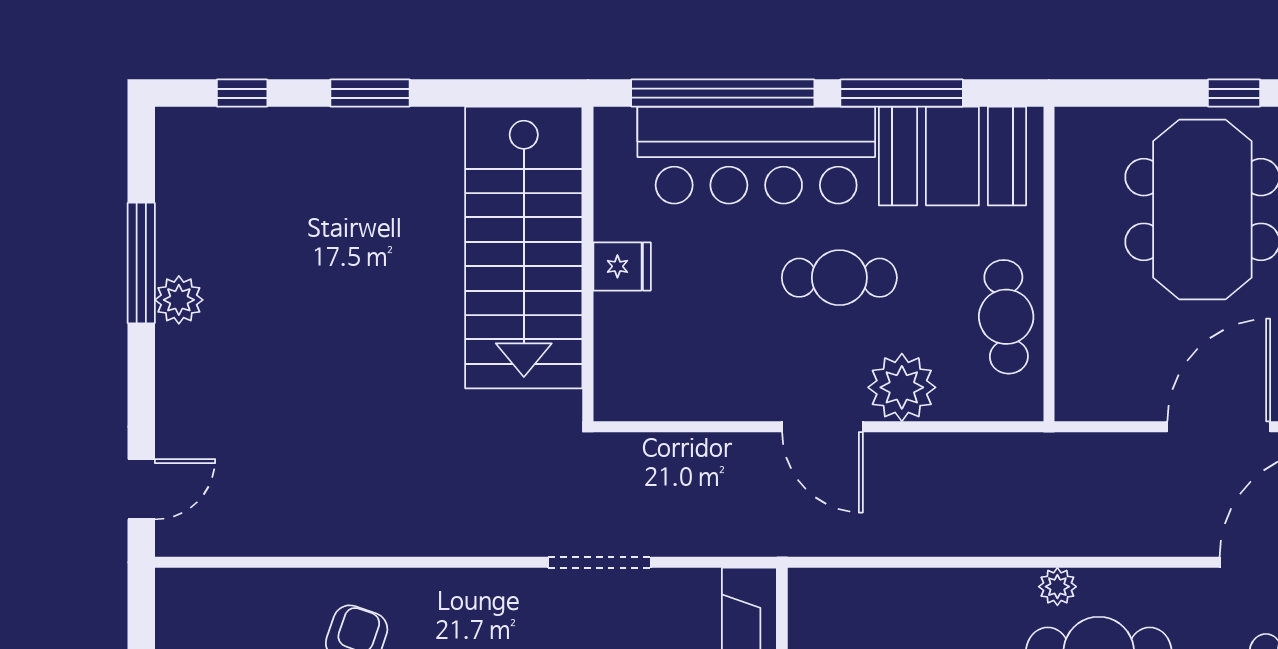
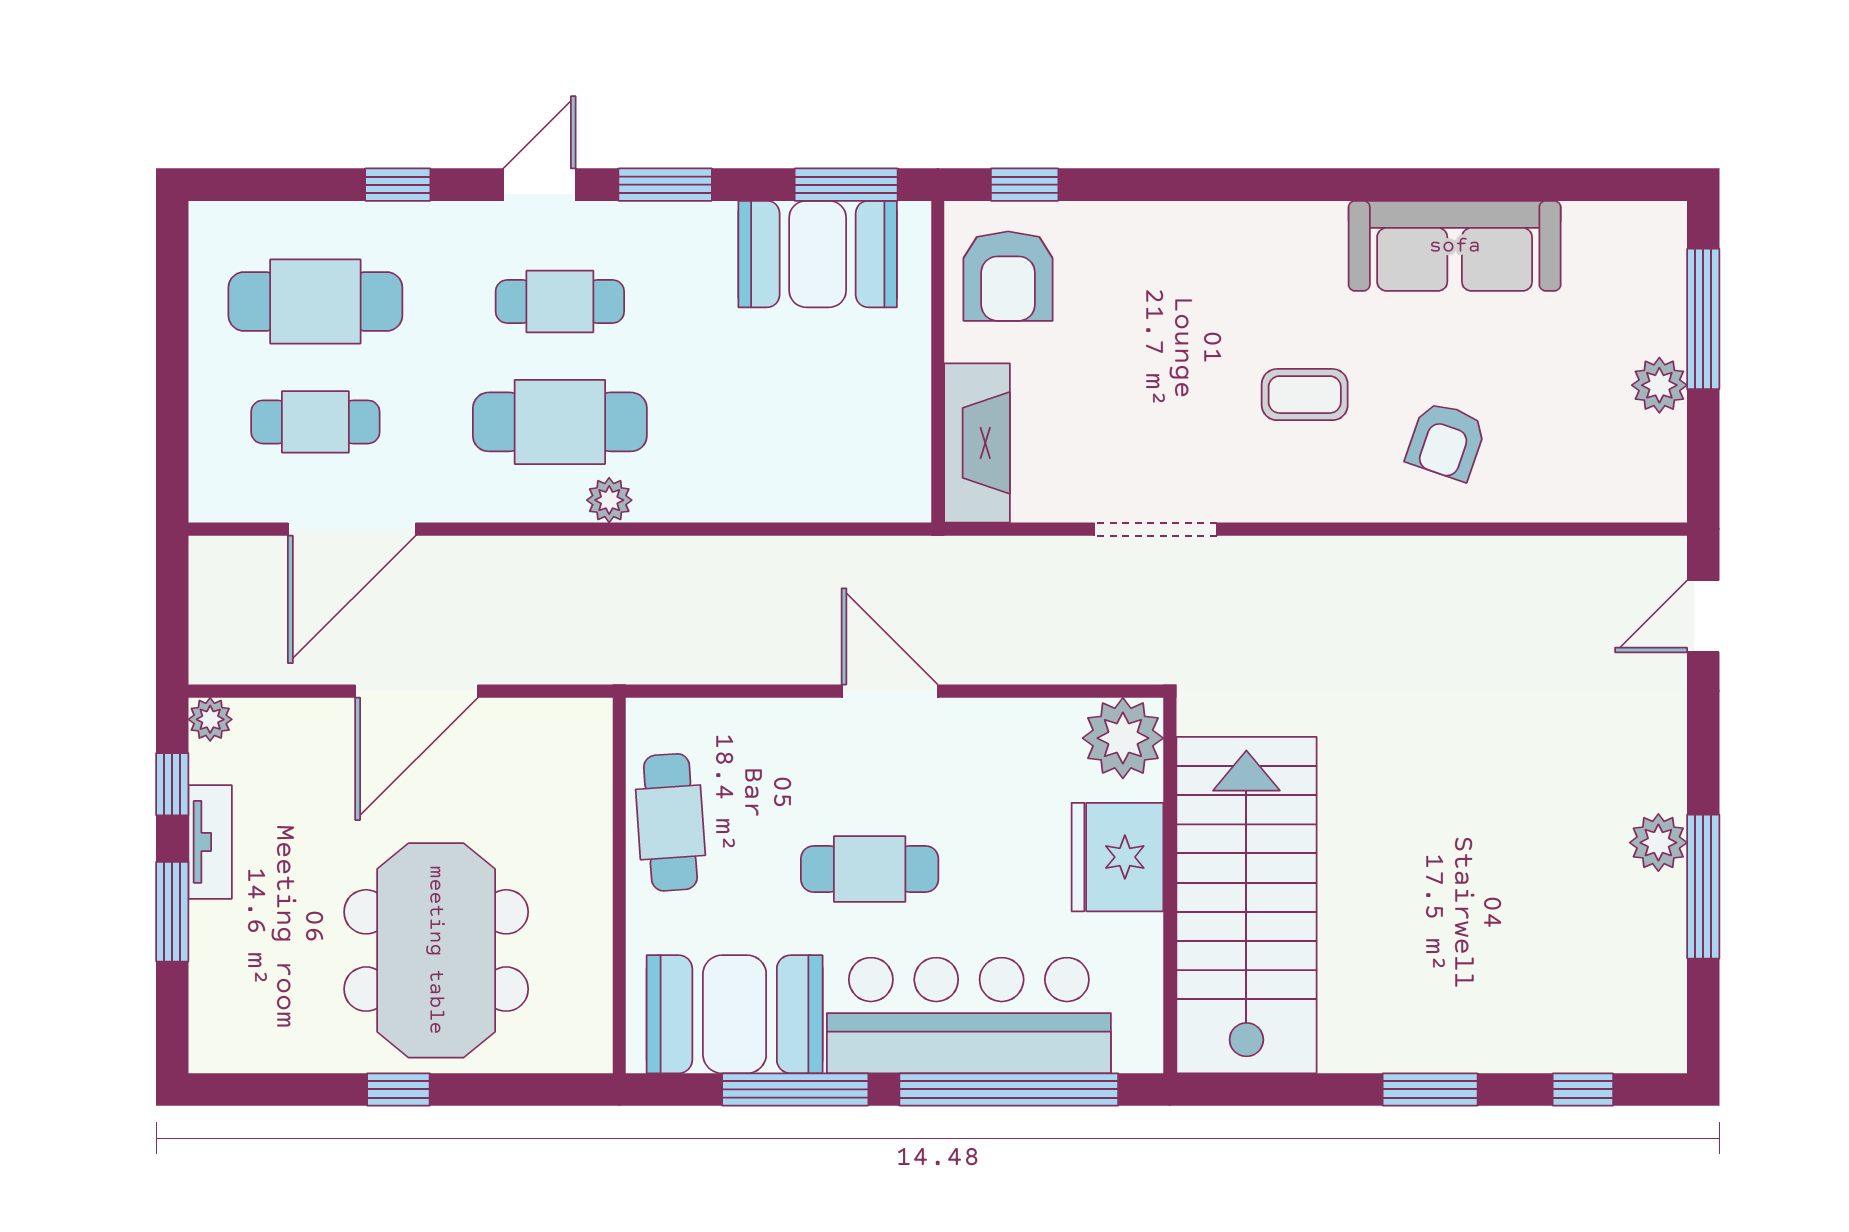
fridge: (622, 266) -> (1117, 857), width x1.88, depth x1.34
plant: (902, 387) -> (1123, 738), moved

